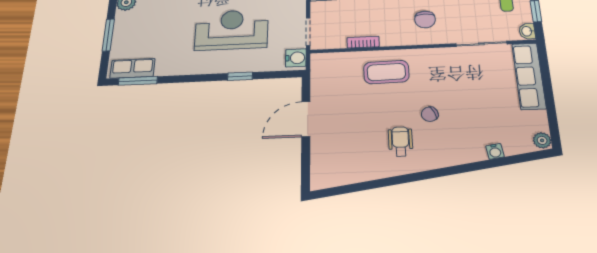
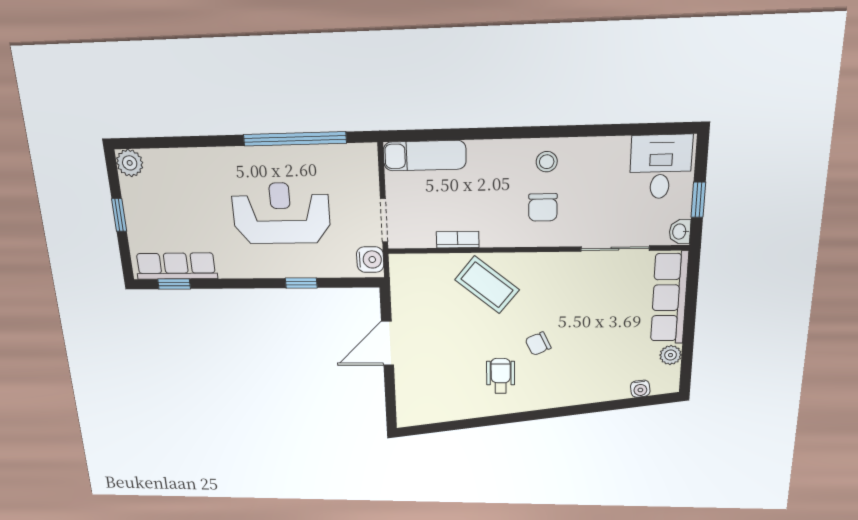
window: (108, 35) -> (119, 215), width x0.67
row of seats: (132, 68) -> (176, 266), width x1.48
coffee table: (386, 72) -> (487, 285), turned 40
window: (138, 81) -> (174, 284), width x0.67
plant: (542, 140) -> (671, 355), moved
water cooler: (495, 151) -> (640, 389), moved

